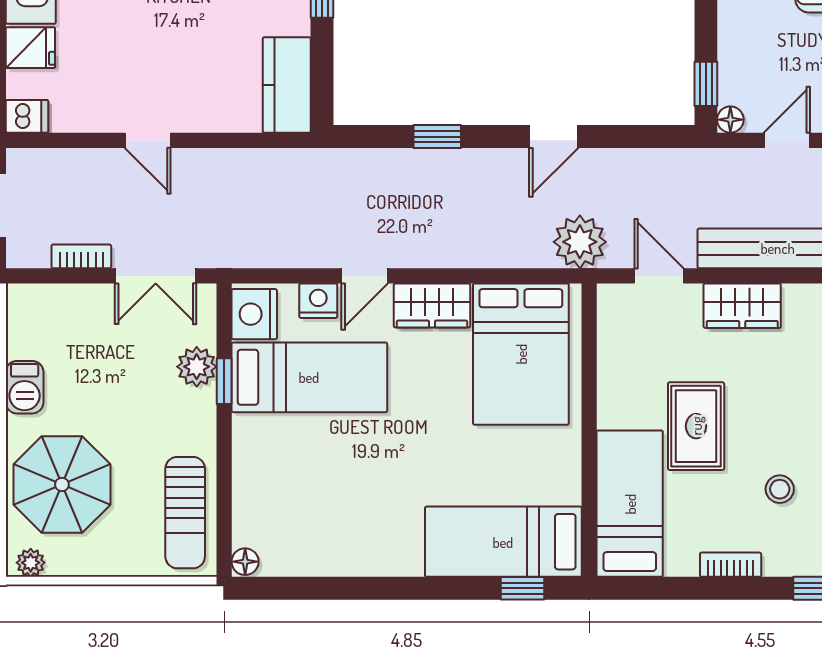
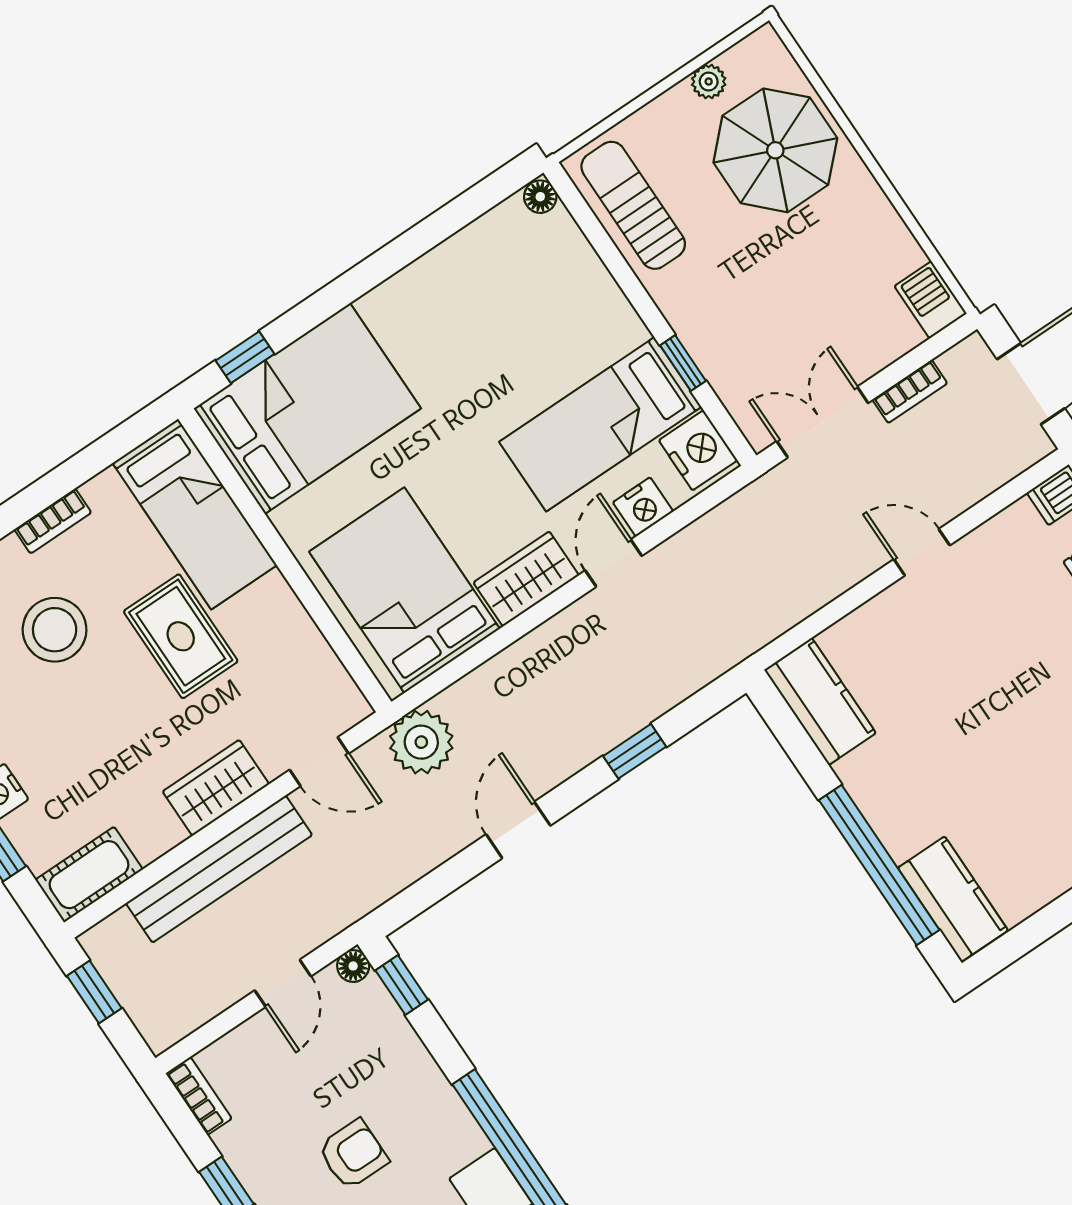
plant: (197, 367) -> (720, 359), removed
barbecue: (25, 387) -> (931, 300), moved
stool: (780, 489) -> (55, 630), width x1.89, depth x1.89
bed: (503, 542) -> (307, 408), width x1.50
plant: (31, 563) -> (709, 82), moved

